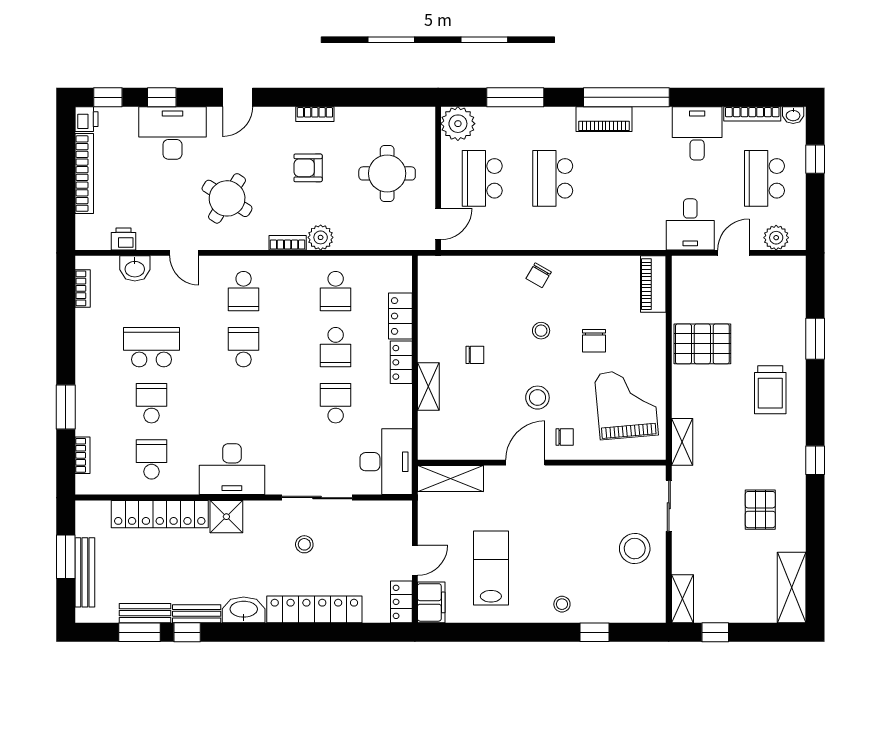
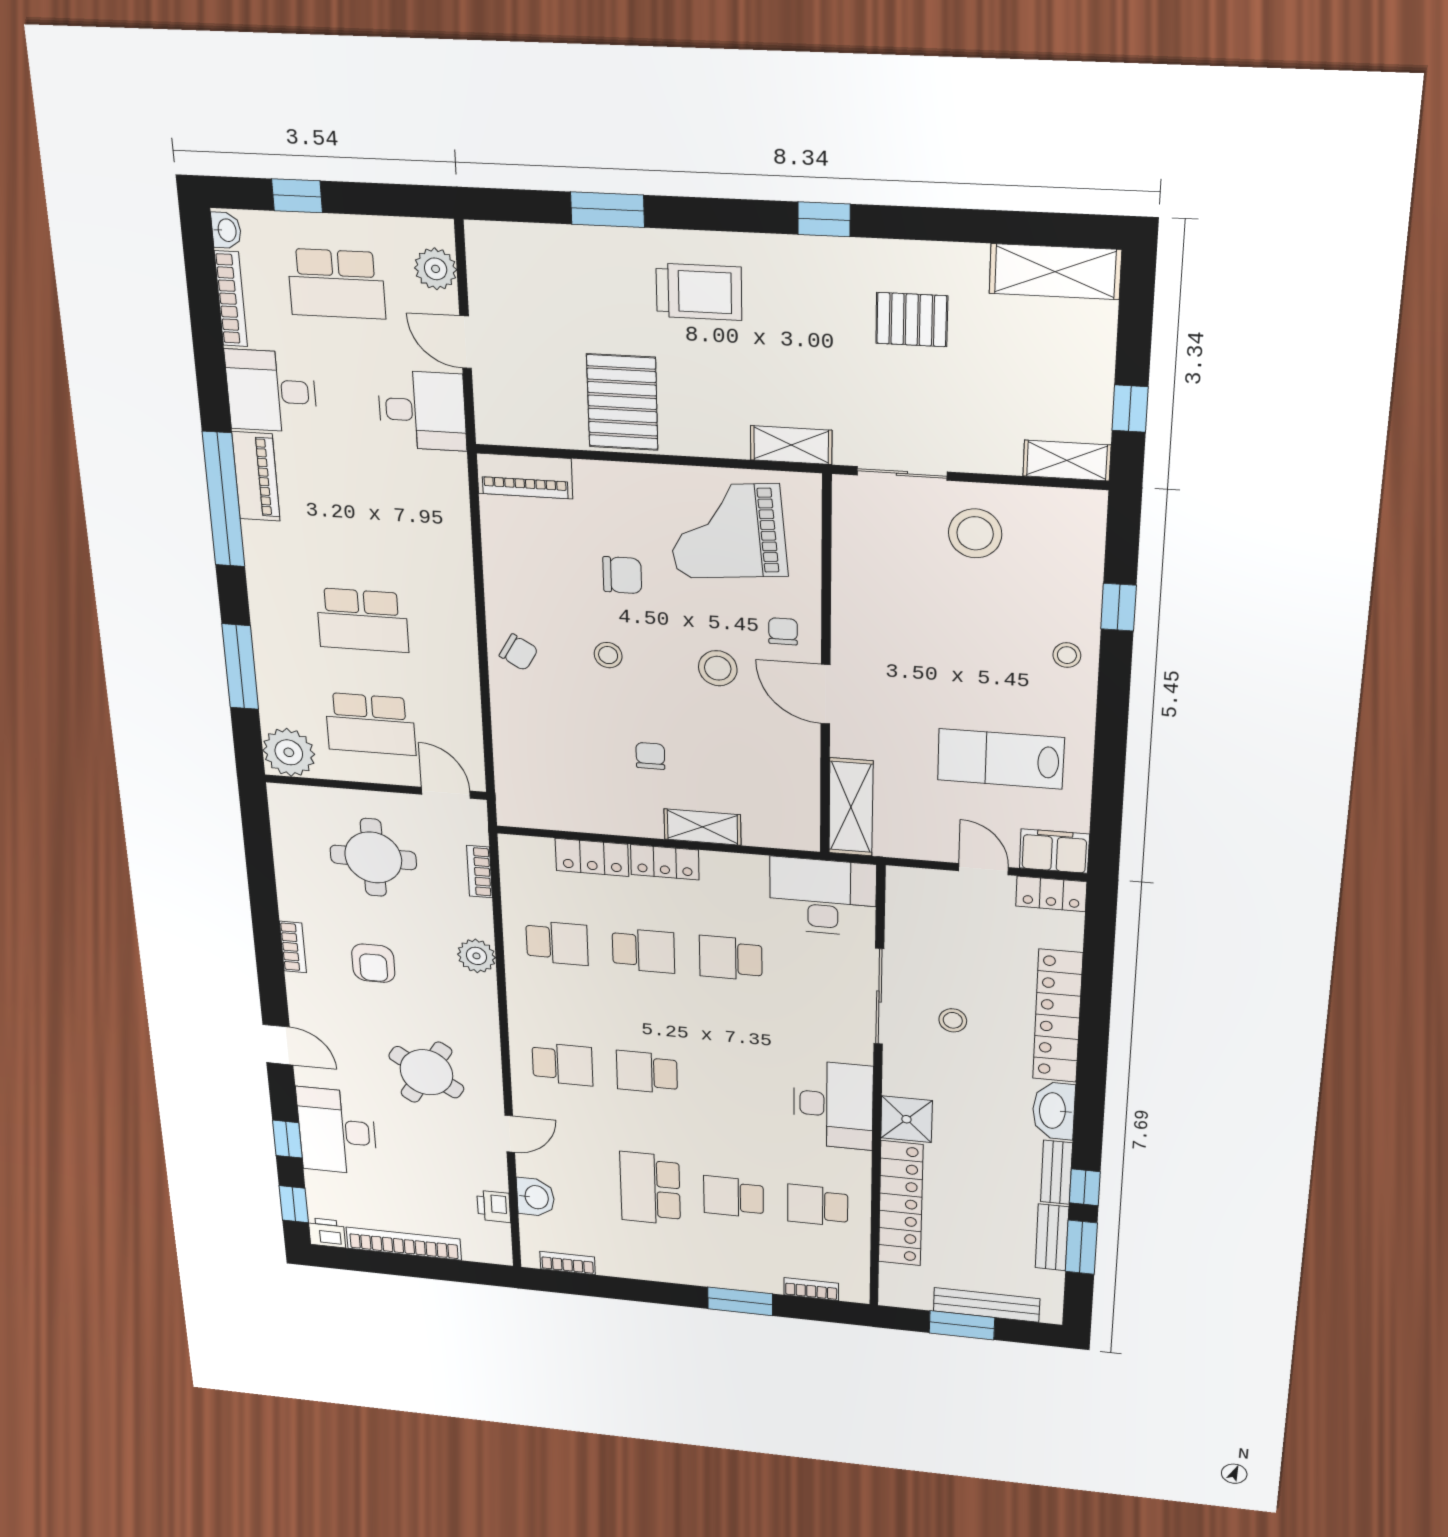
piano: (604, 119) -> (256, 476), moved
bookcase: (288, 243) -> (479, 872), moved

